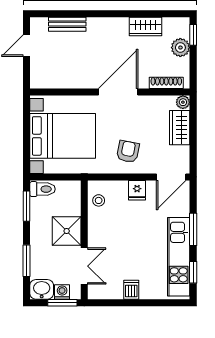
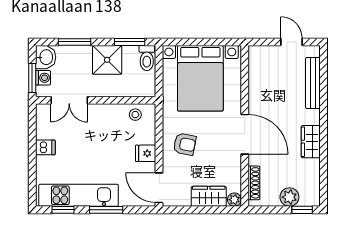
bench: (67, 24) -> (313, 83), width x1.36
wardrobe: (146, 26) -> (311, 142), moved
shower: (67, 231) -> (107, 60), moved

